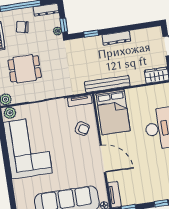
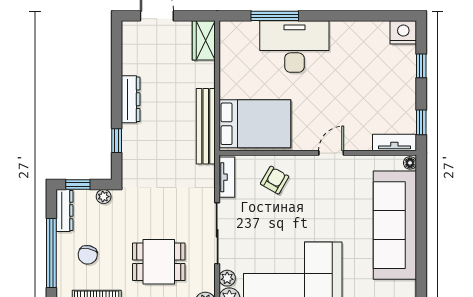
window: (64, 25) -> (78, 184), moved
dining table: (25, 69) -> (159, 262), turned 90
plant: (21, 110) -> (227, 278), added
door: (103, 159) -> (331, 153), width x0.53

